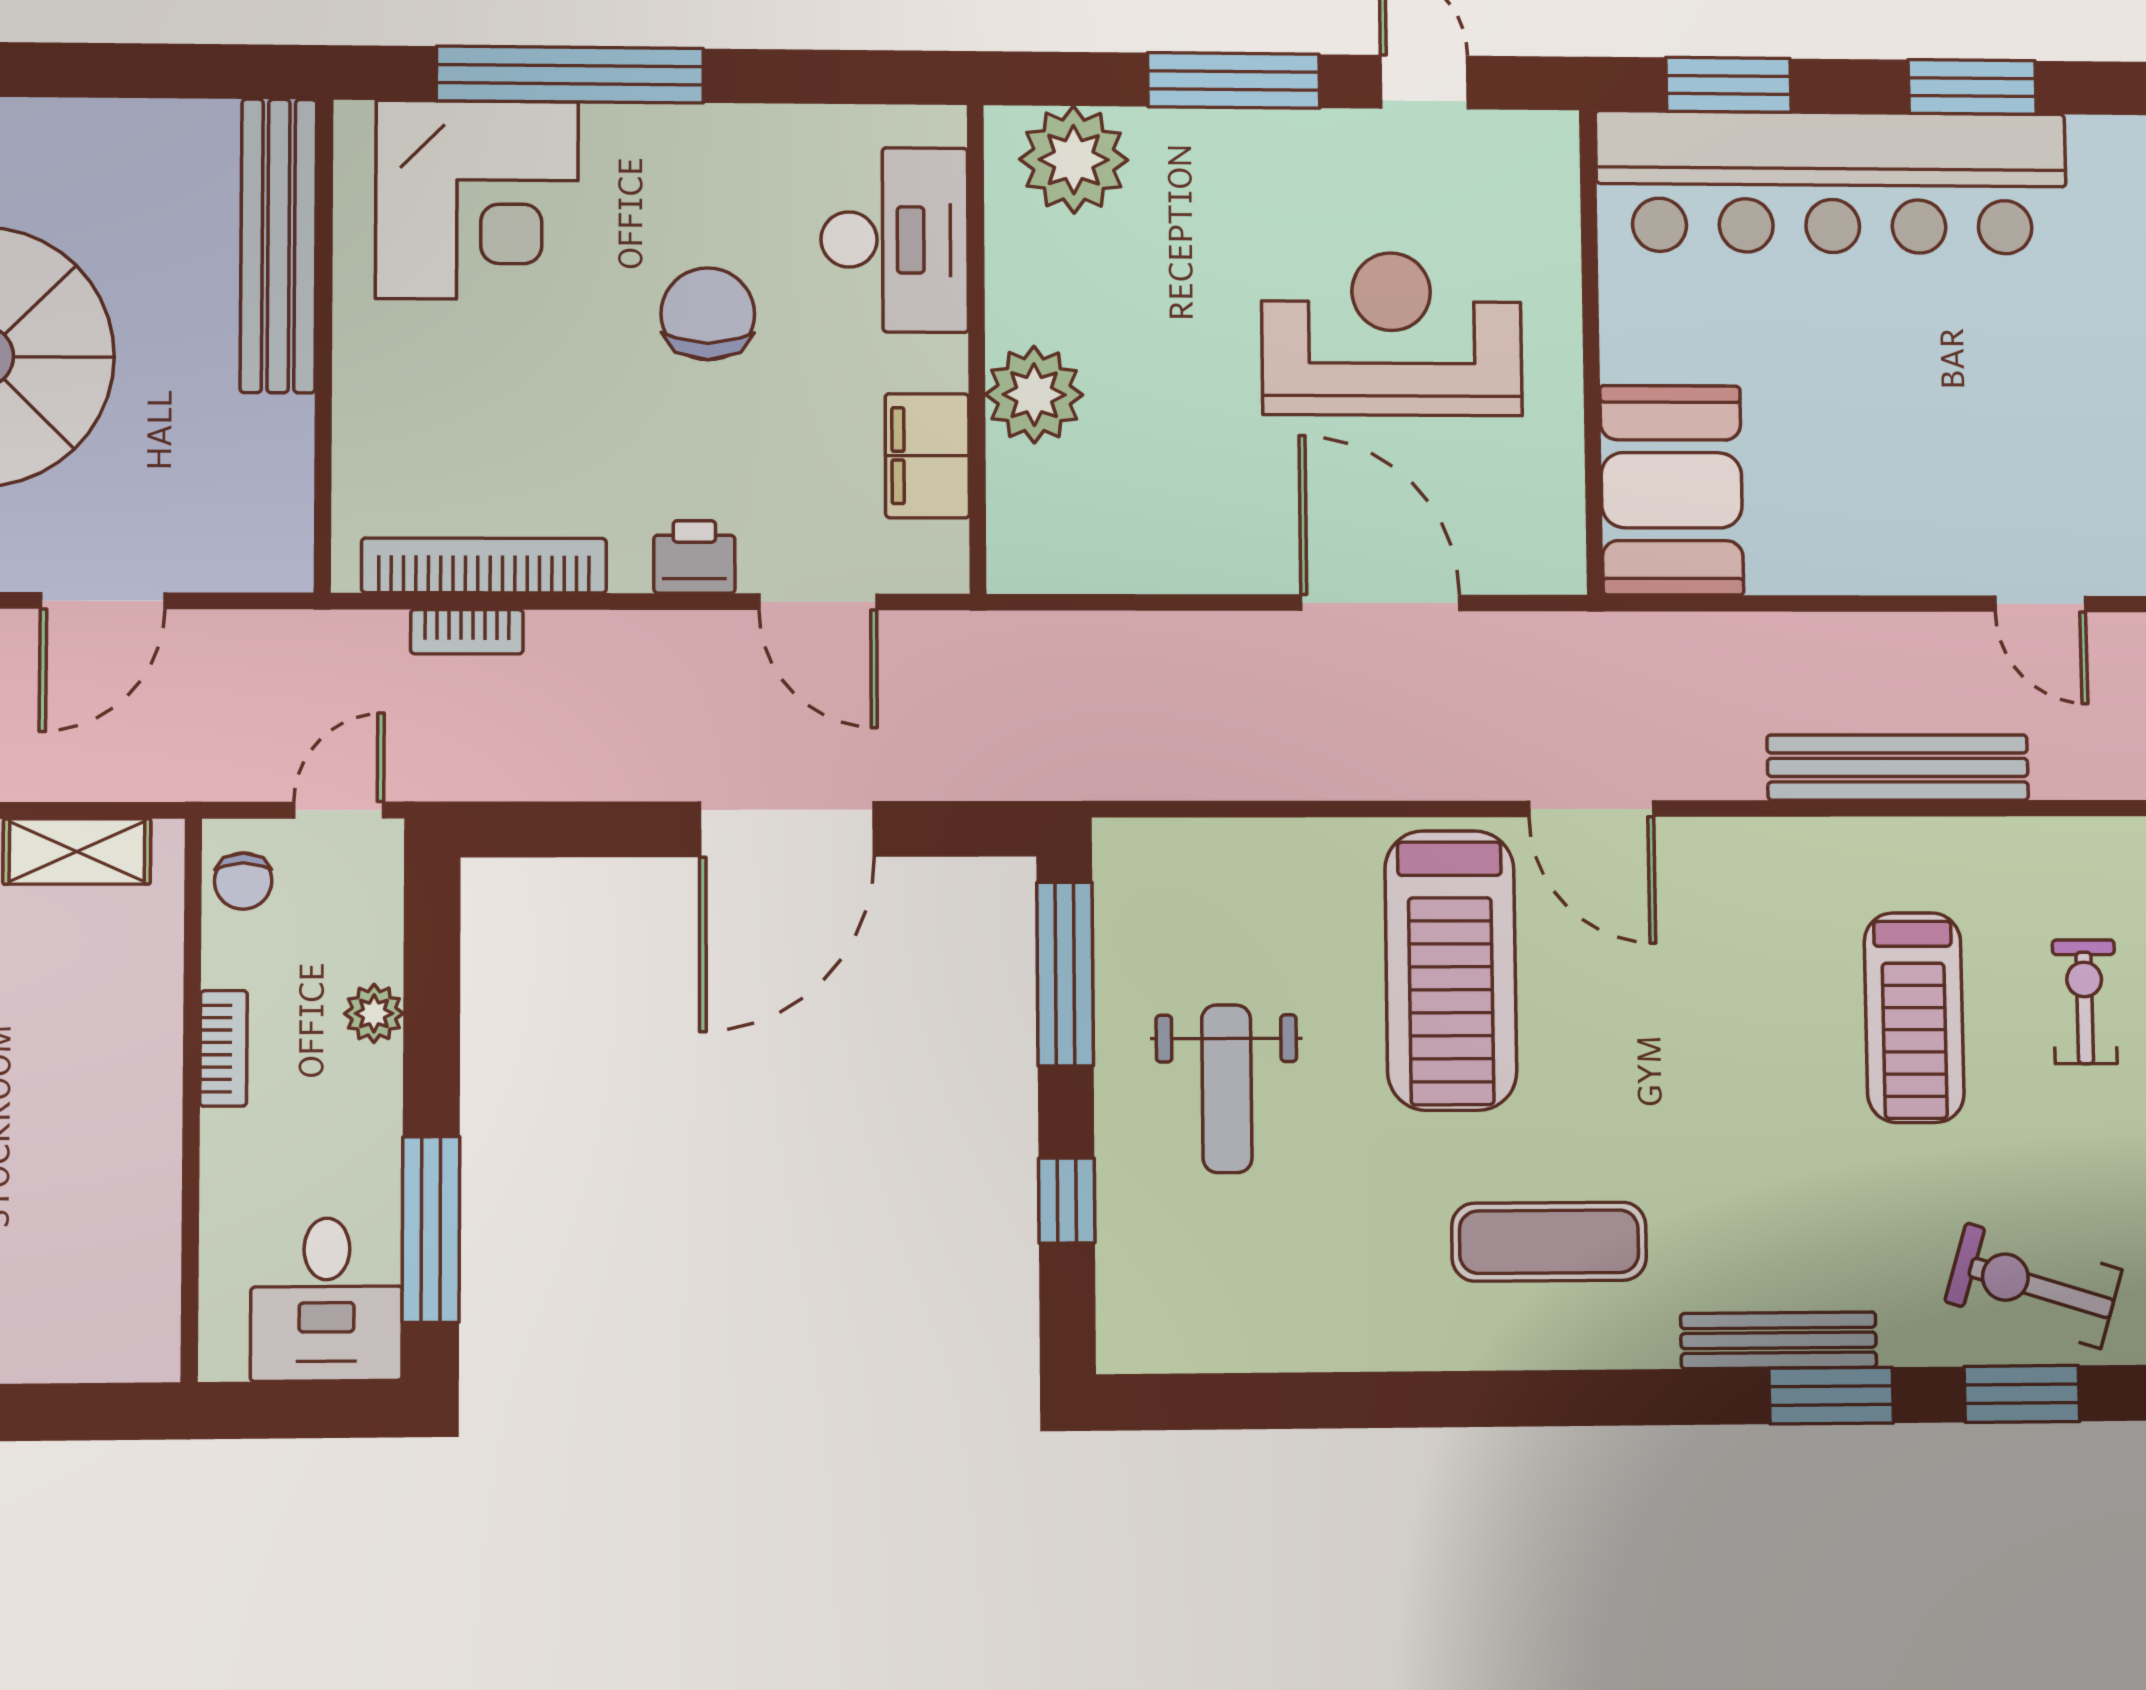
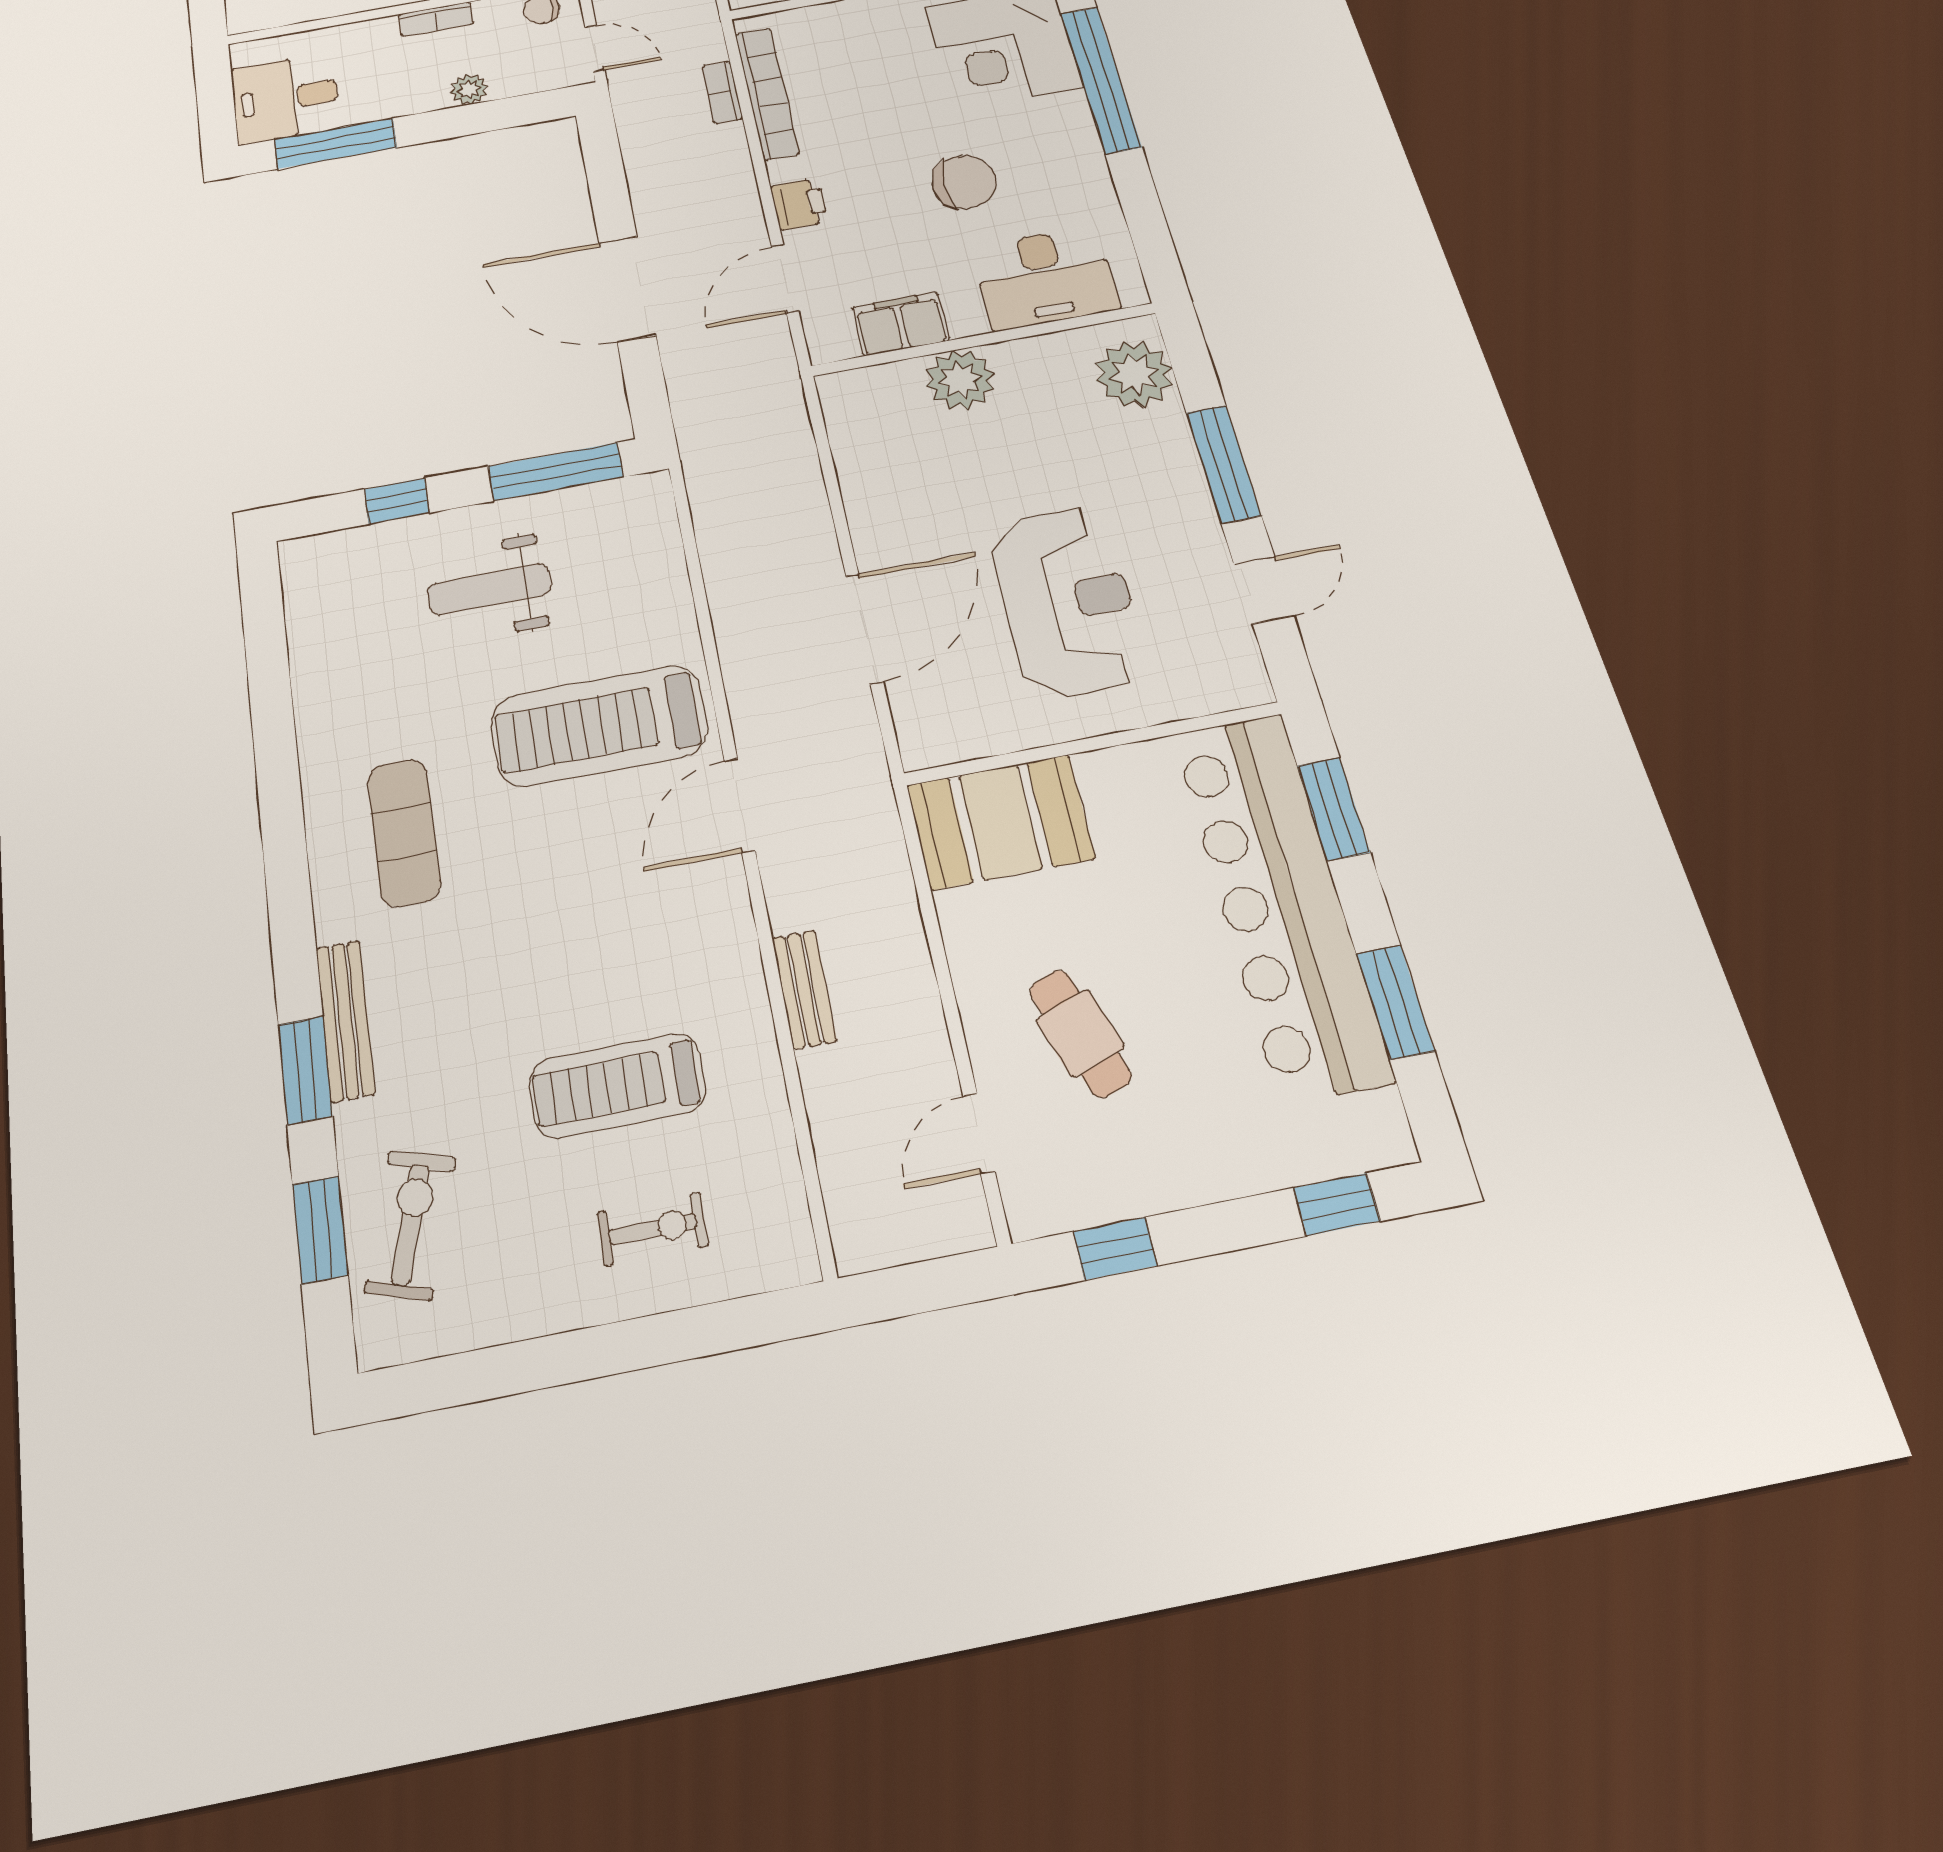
cafe table: (1946, 459) -> (1080, 1033), added
bench: (1898, 767) -> (804, 989), width x0.54, depth x0.82

